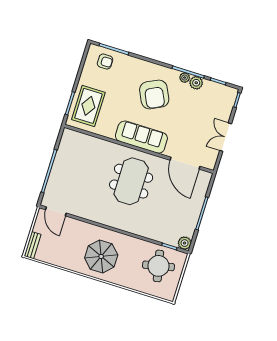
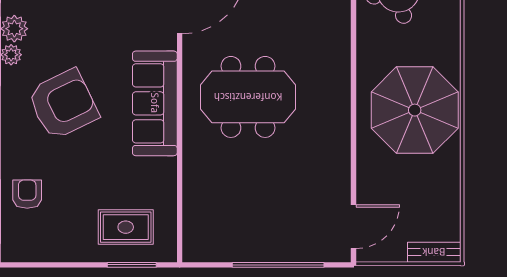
armchair: (105, 62) -> (27, 194), moved
rug: (88, 106) -> (126, 227), width x0.73, depth x0.70
parasol: (101, 256) -> (415, 110), width x1.36, depth x1.36

